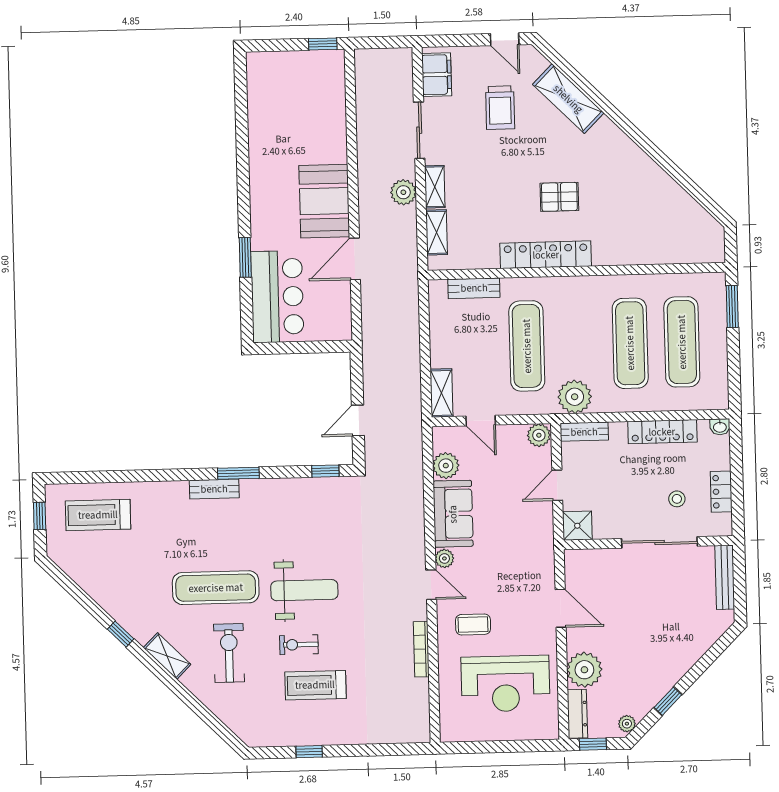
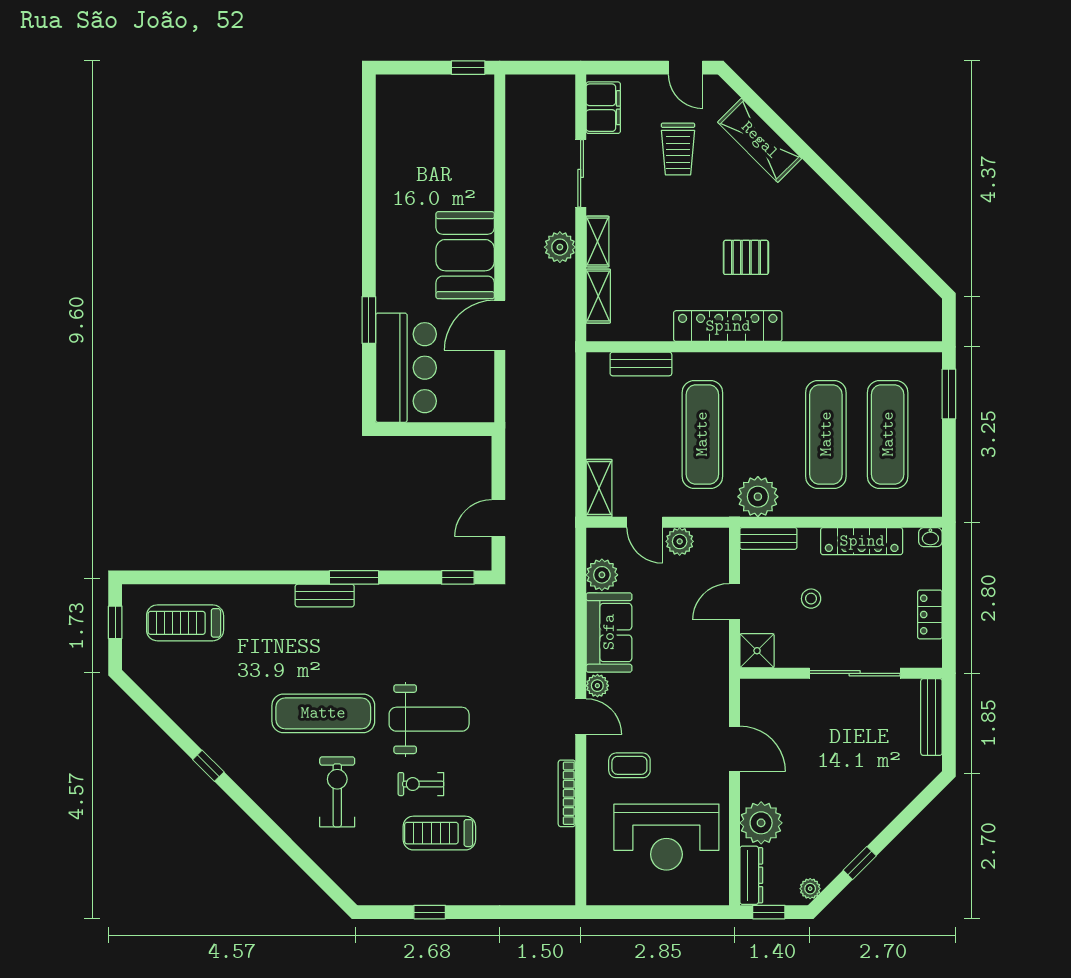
plant: (539, 435) -> (680, 541), moved
stool: (677, 499) -> (811, 599), moved
shelving: (167, 656) -> (263, 794), removed

